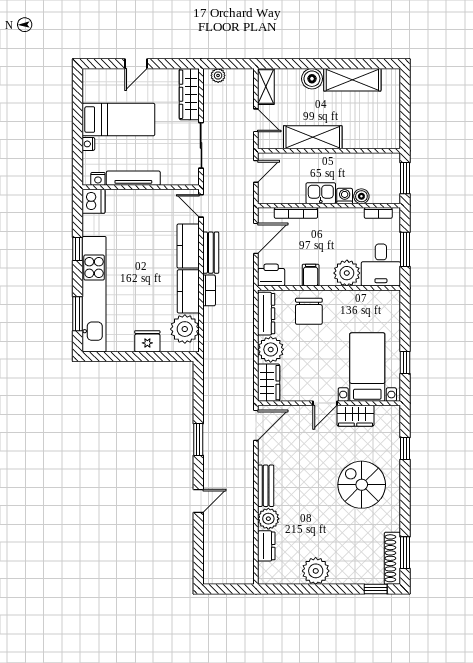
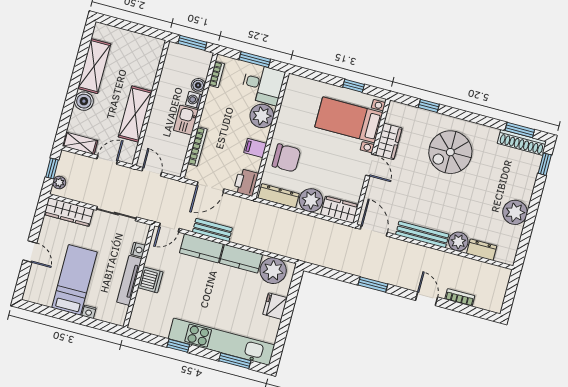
window: (231, 64) -> (52, 169), added
nightstand: (98, 179) -> (138, 250), moved
dishwasher: (93, 201) -> (150, 280), moved, turned 90
door: (256, 238) -> (210, 187), swing flipped
bookcase: (209, 290) -> (460, 297), moved
bench: (266, 486) -> (422, 234), width x1.36

